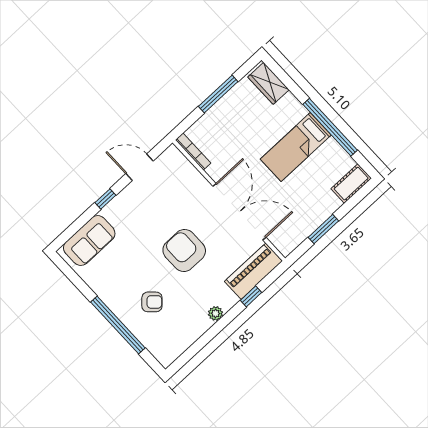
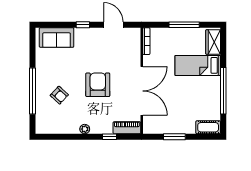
bed: (296, 147) -> (198, 65), moved
piano: (253, 271) -> (127, 128), width x0.73, depth x0.75

